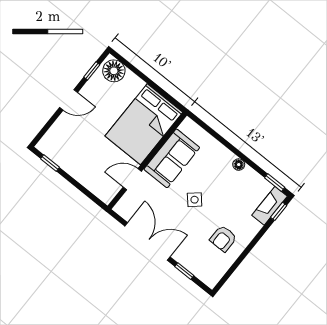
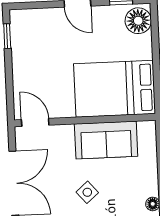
door: (132, 179) -> (35, 122), moved

